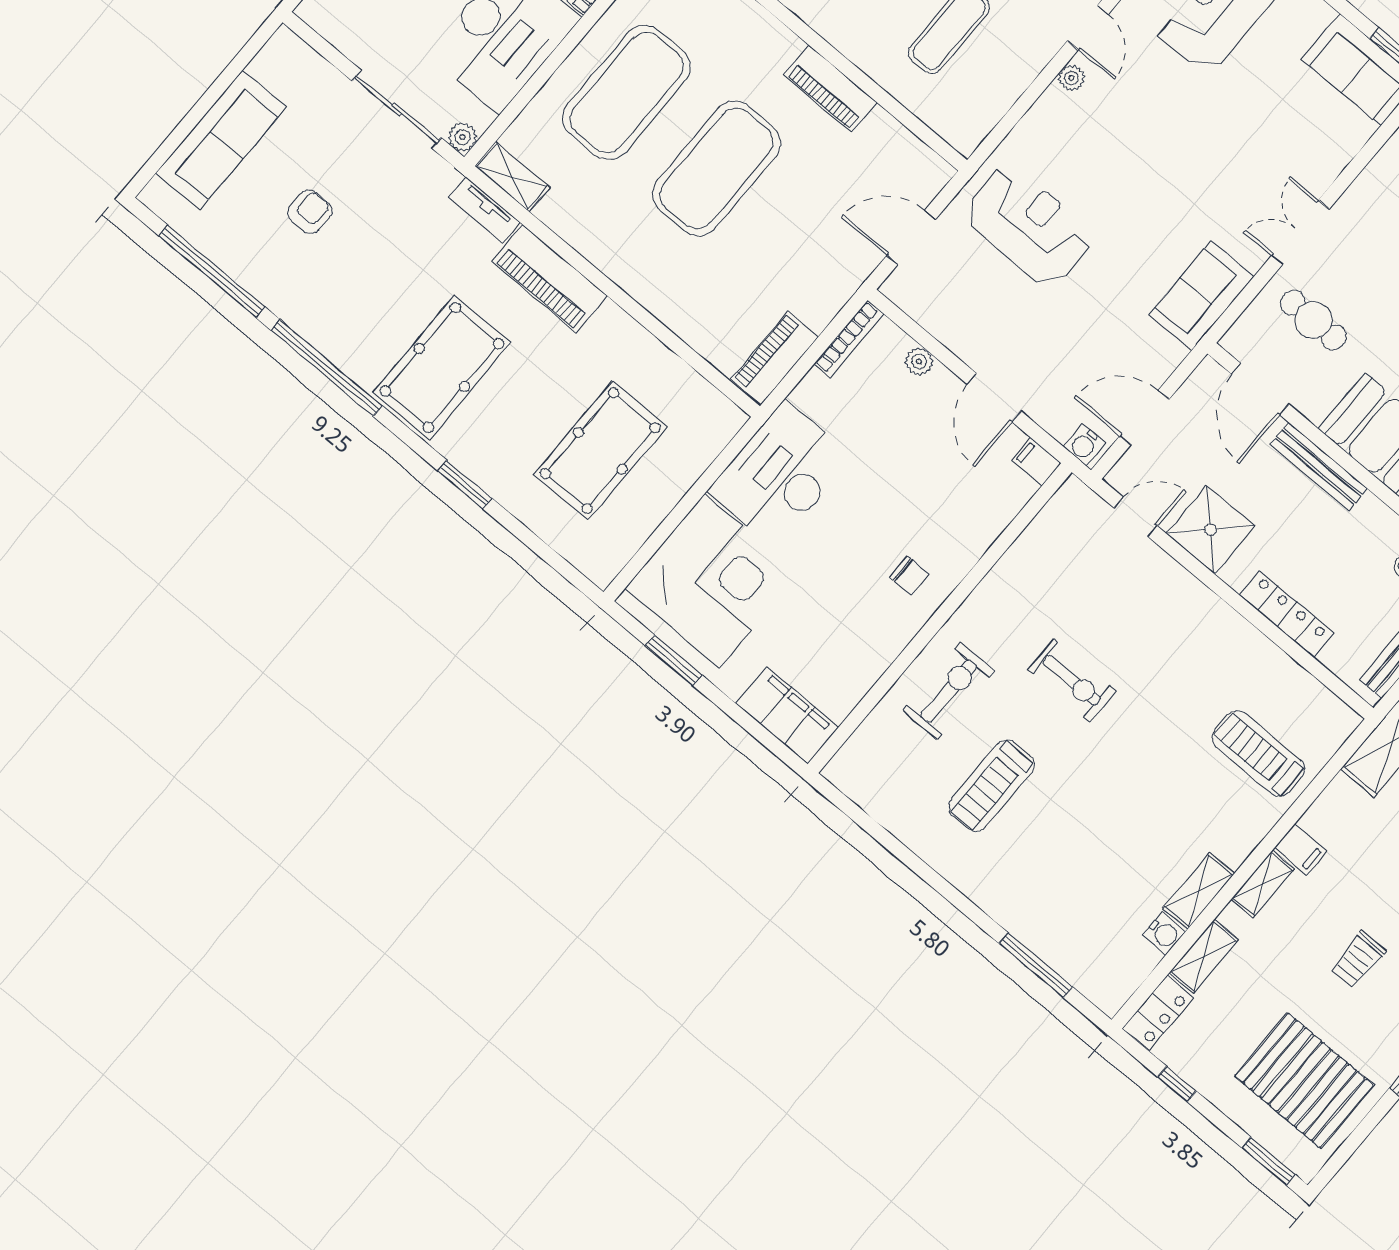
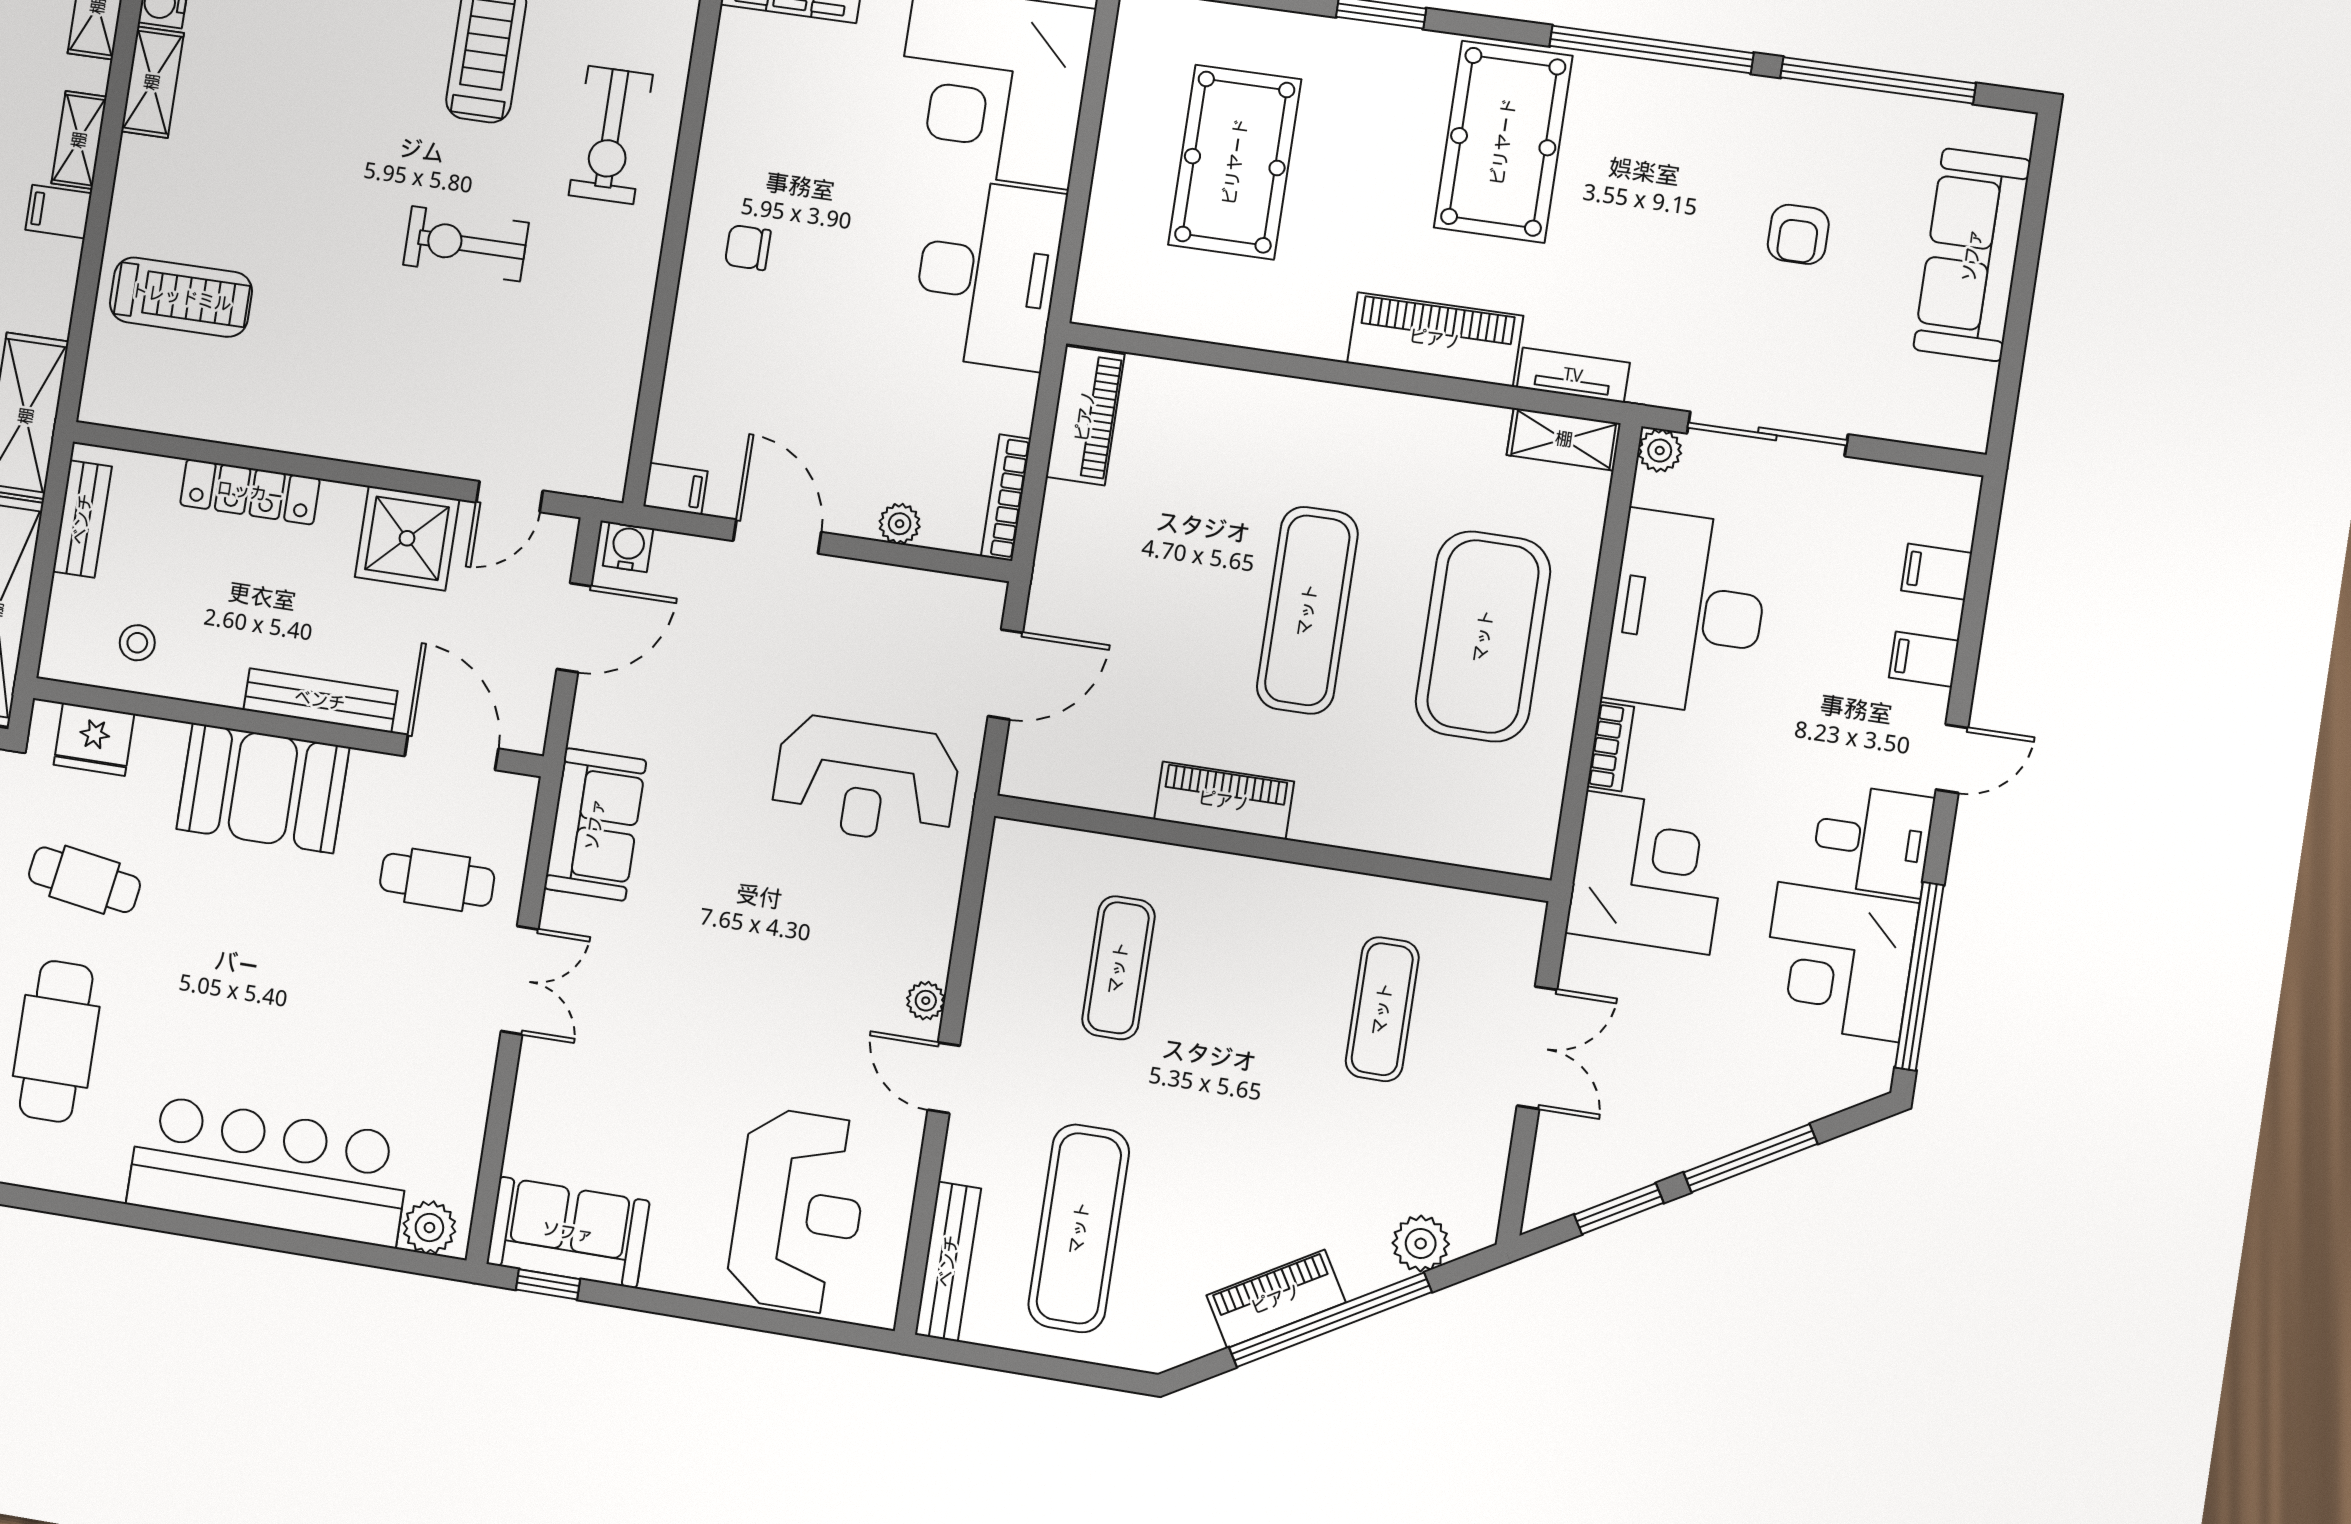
exercise mat: (717, 168) -> (1307, 610), width x0.68

